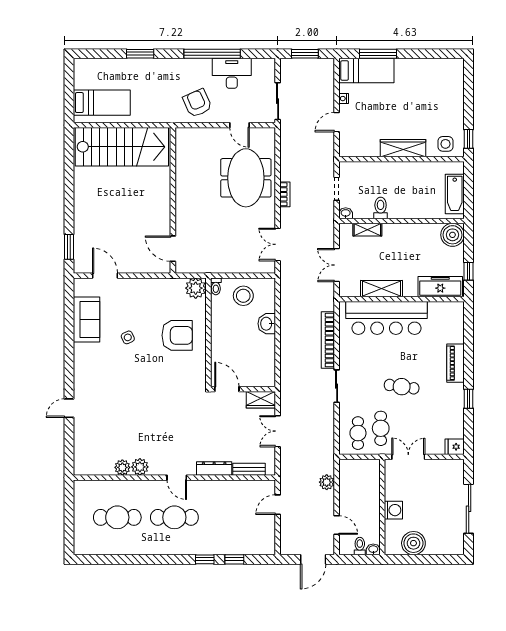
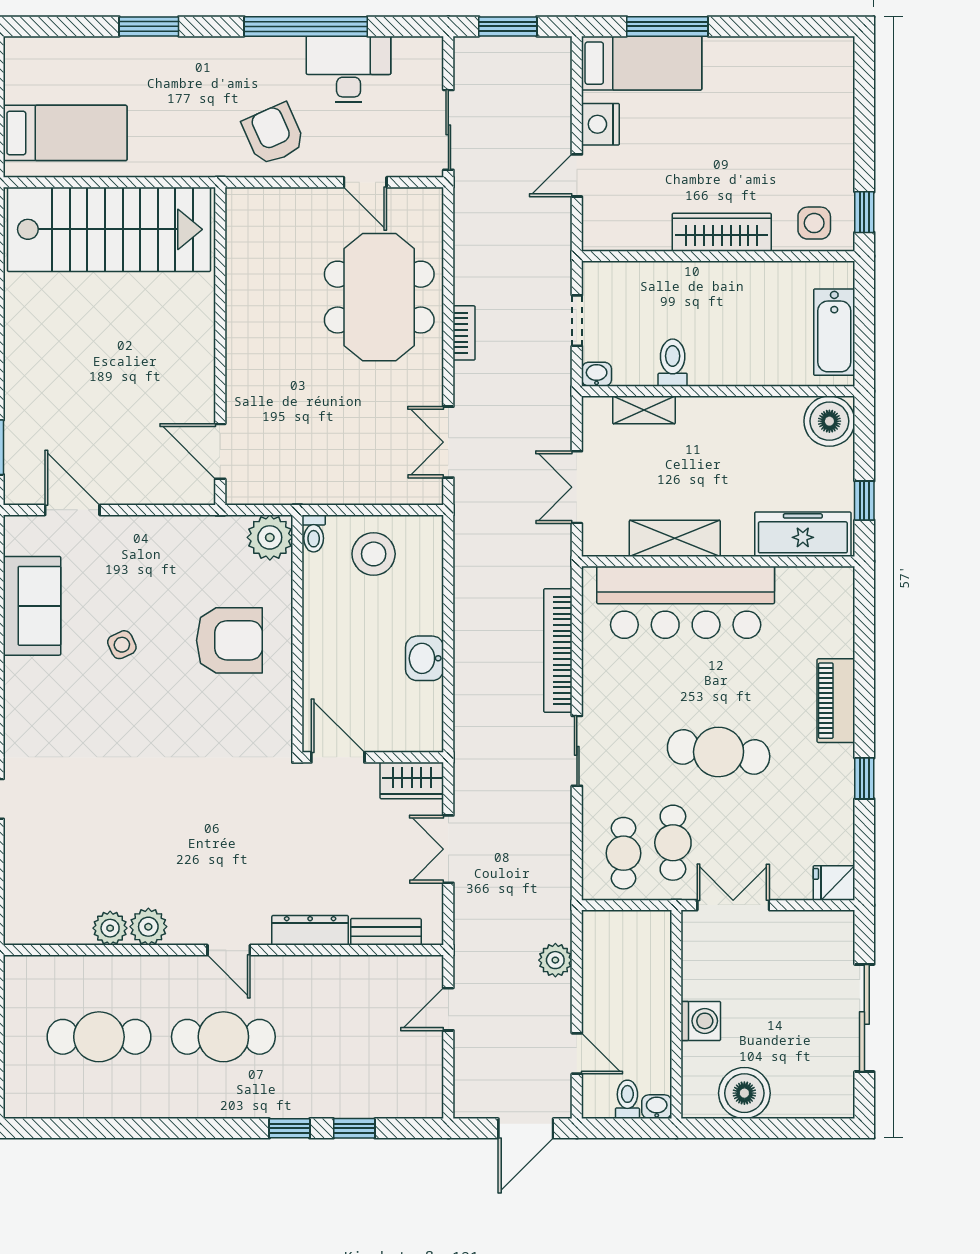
nightstand: (344, 99) -> (600, 124), width x1.89, depth x1.79
washbasin: (267, 324) -> (425, 658), moved
cafe table: (402, 387) -> (719, 752), width x1.37, depth x1.35

